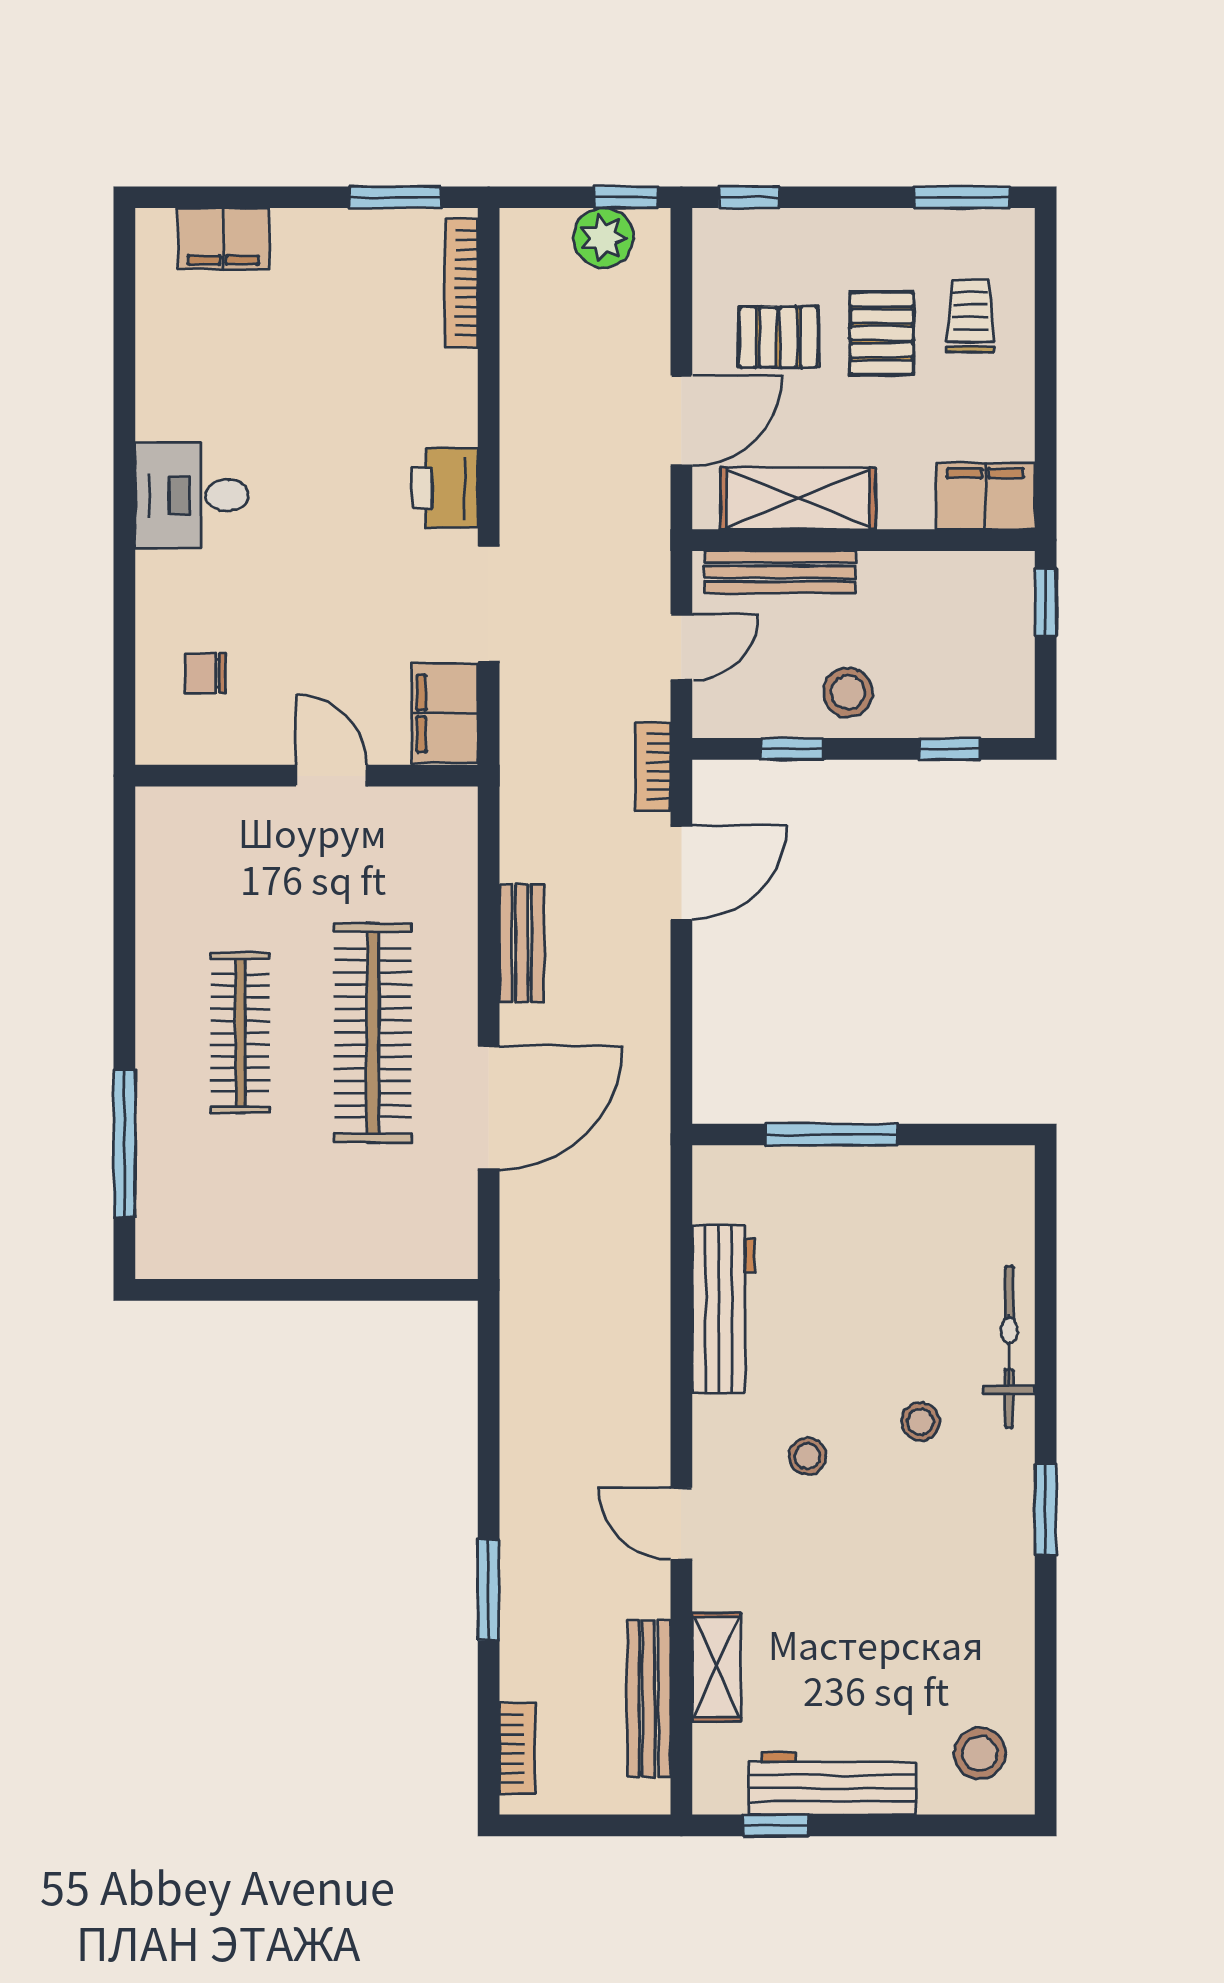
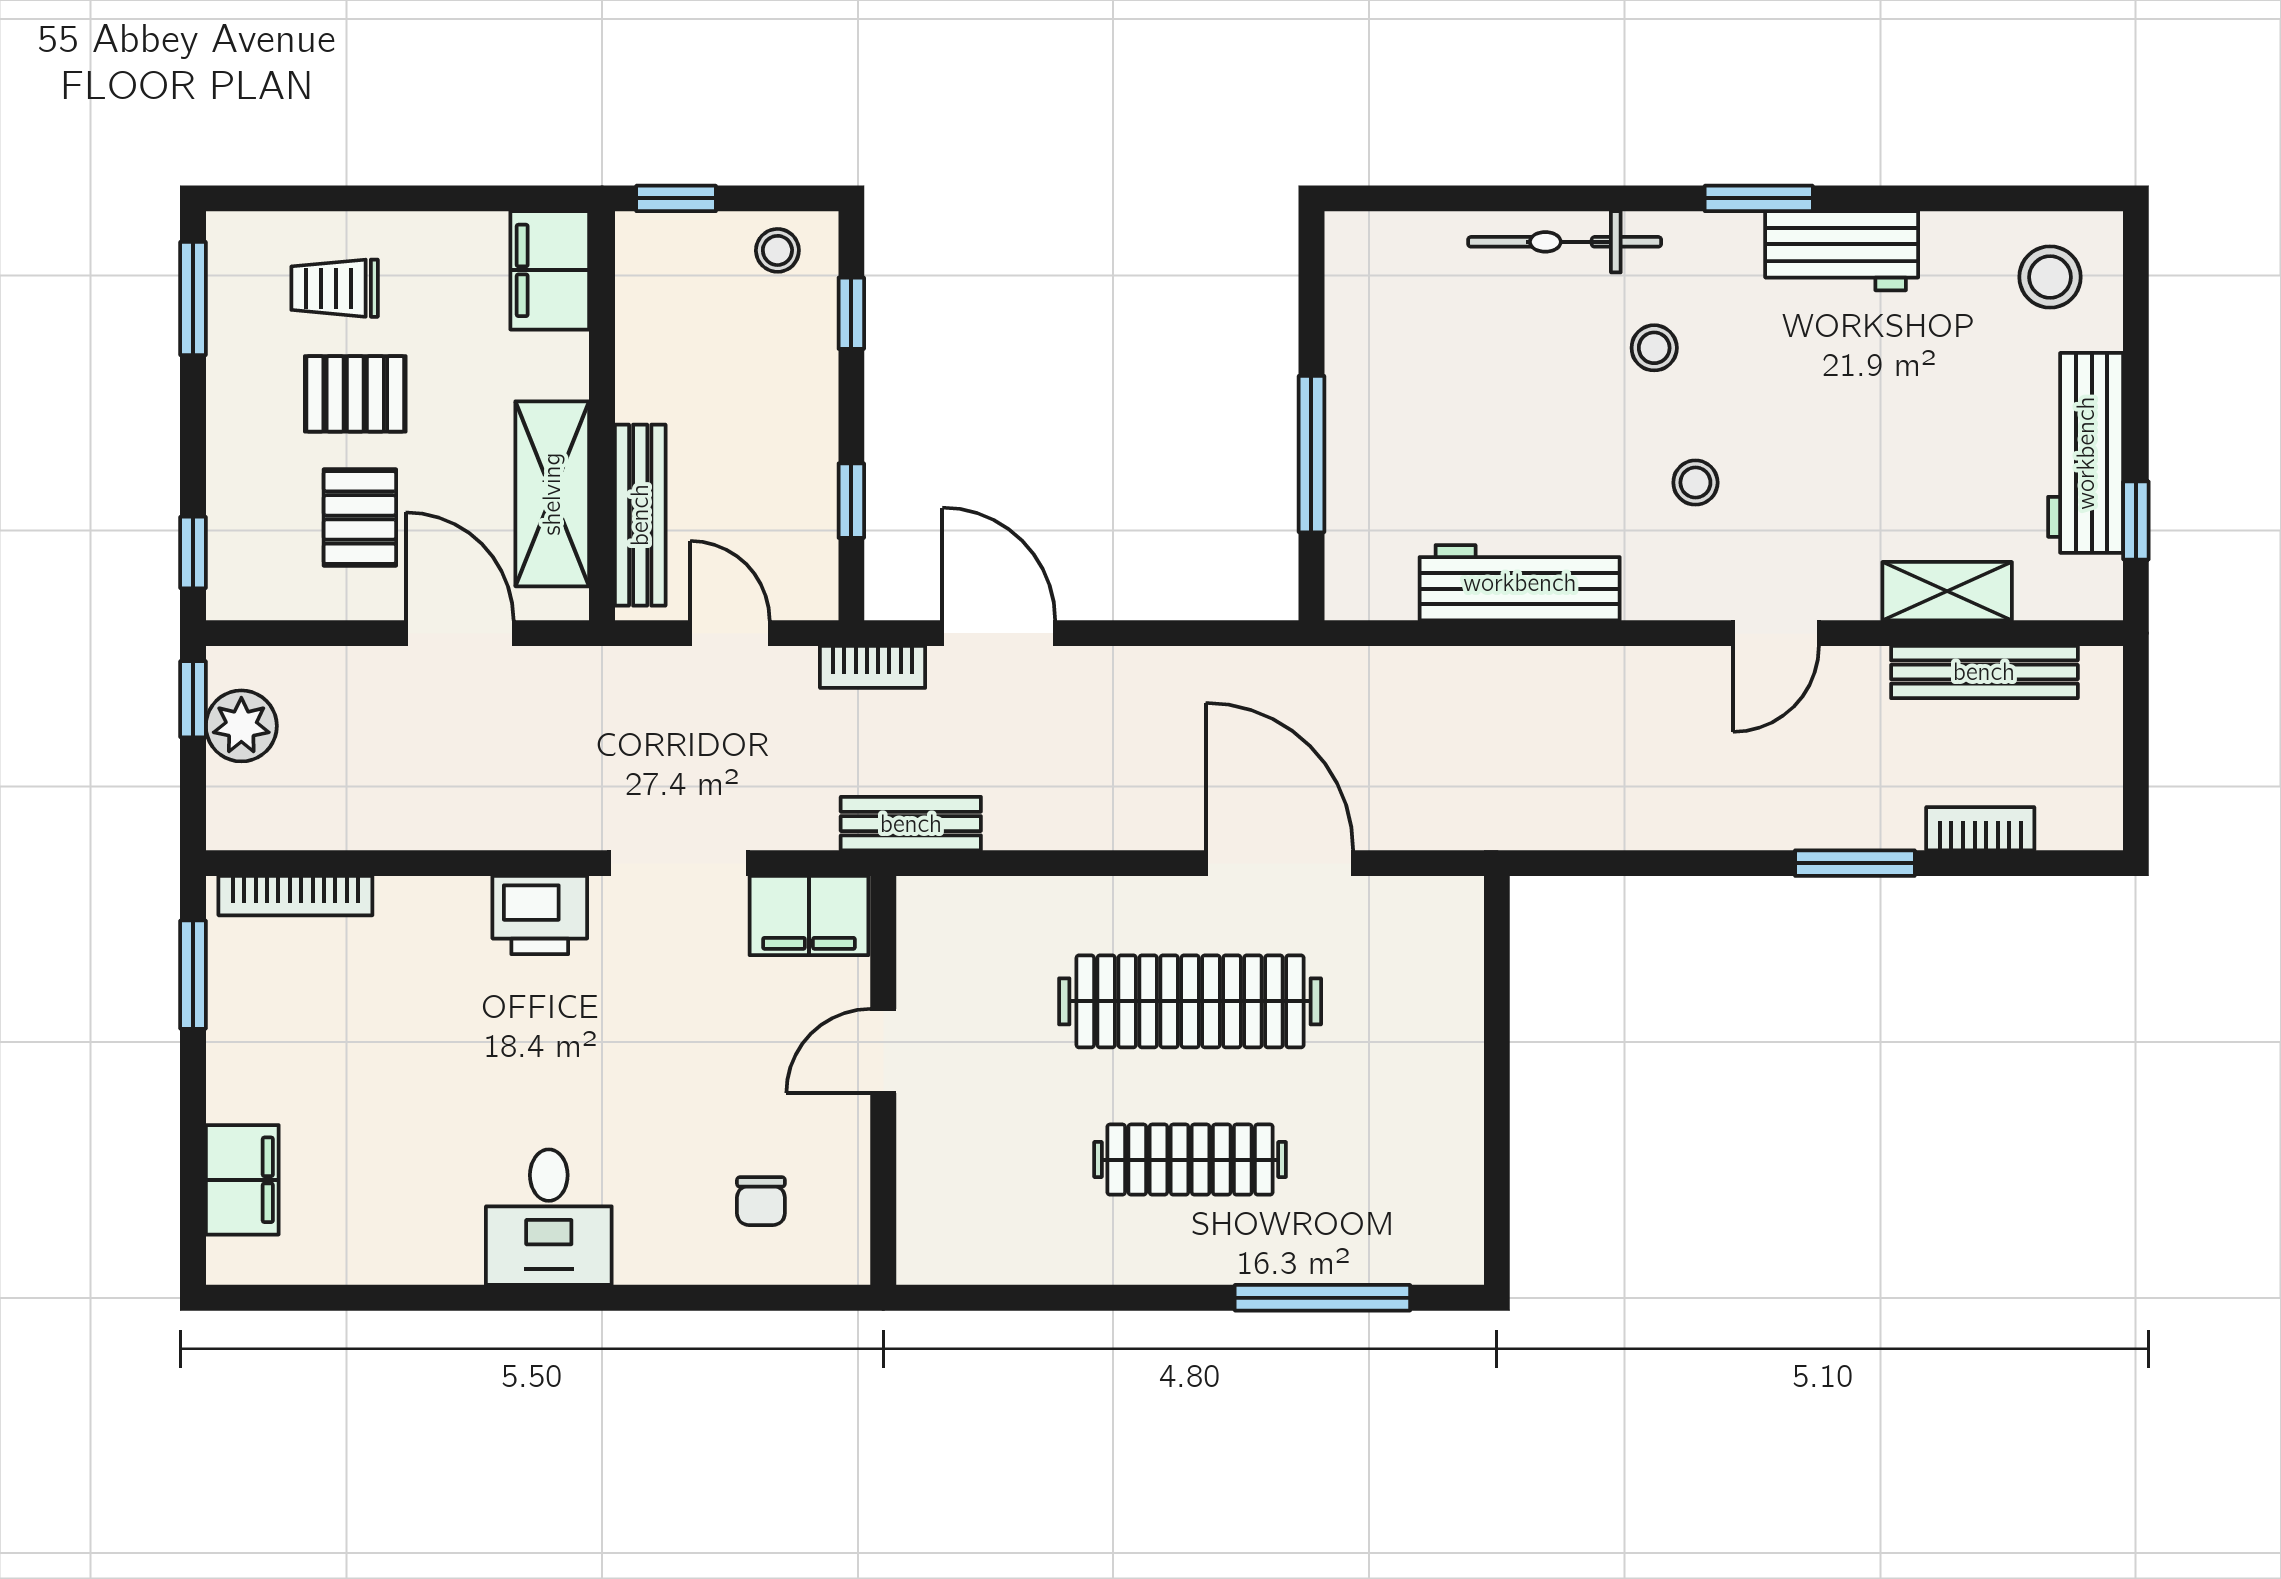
stool: (848, 692) -> (777, 250), moved, width x0.73, depth x0.73
bench: (522, 943) -> (911, 824), moved
workbench: (1002, 1579) -> (1842, 251), added
bookcase: (517, 1749) -> (1980, 829), moved

